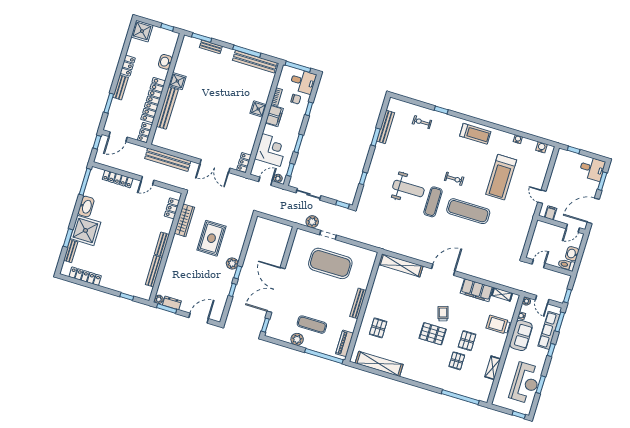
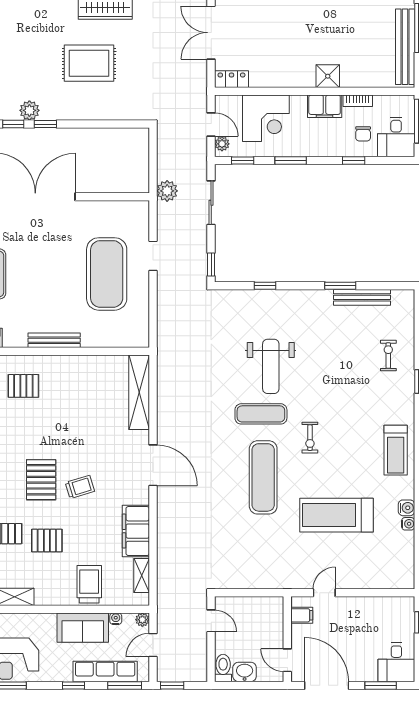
water cooler: (541, 147) -> (406, 508), moved
plant: (312, 222) -> (167, 191), moved
plant: (232, 264) -> (29, 110), moved

